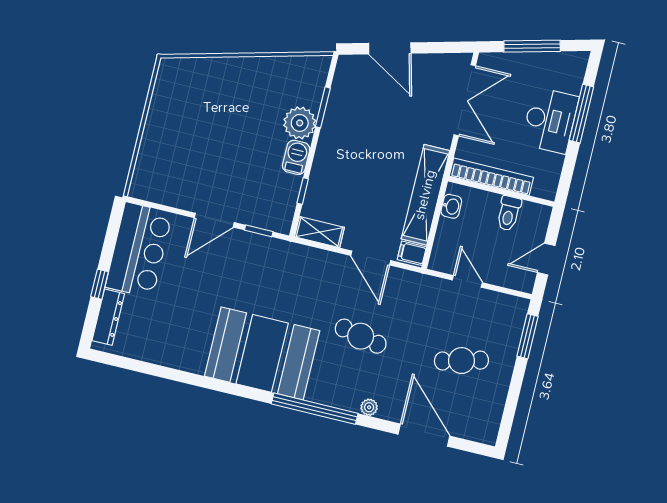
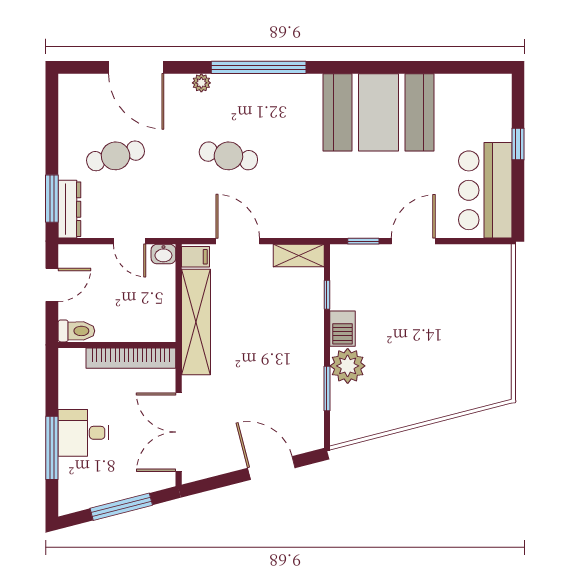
desk: (550, 120) -> (83, 433), width x0.73
washbasin: (451, 206) -> (163, 254), moved, turned -90
toilet: (509, 213) -> (76, 331), moved, turned 90
dresser: (108, 317) -> (69, 209), moved, turned 180
booth: (262, 353) -> (378, 112), moved

